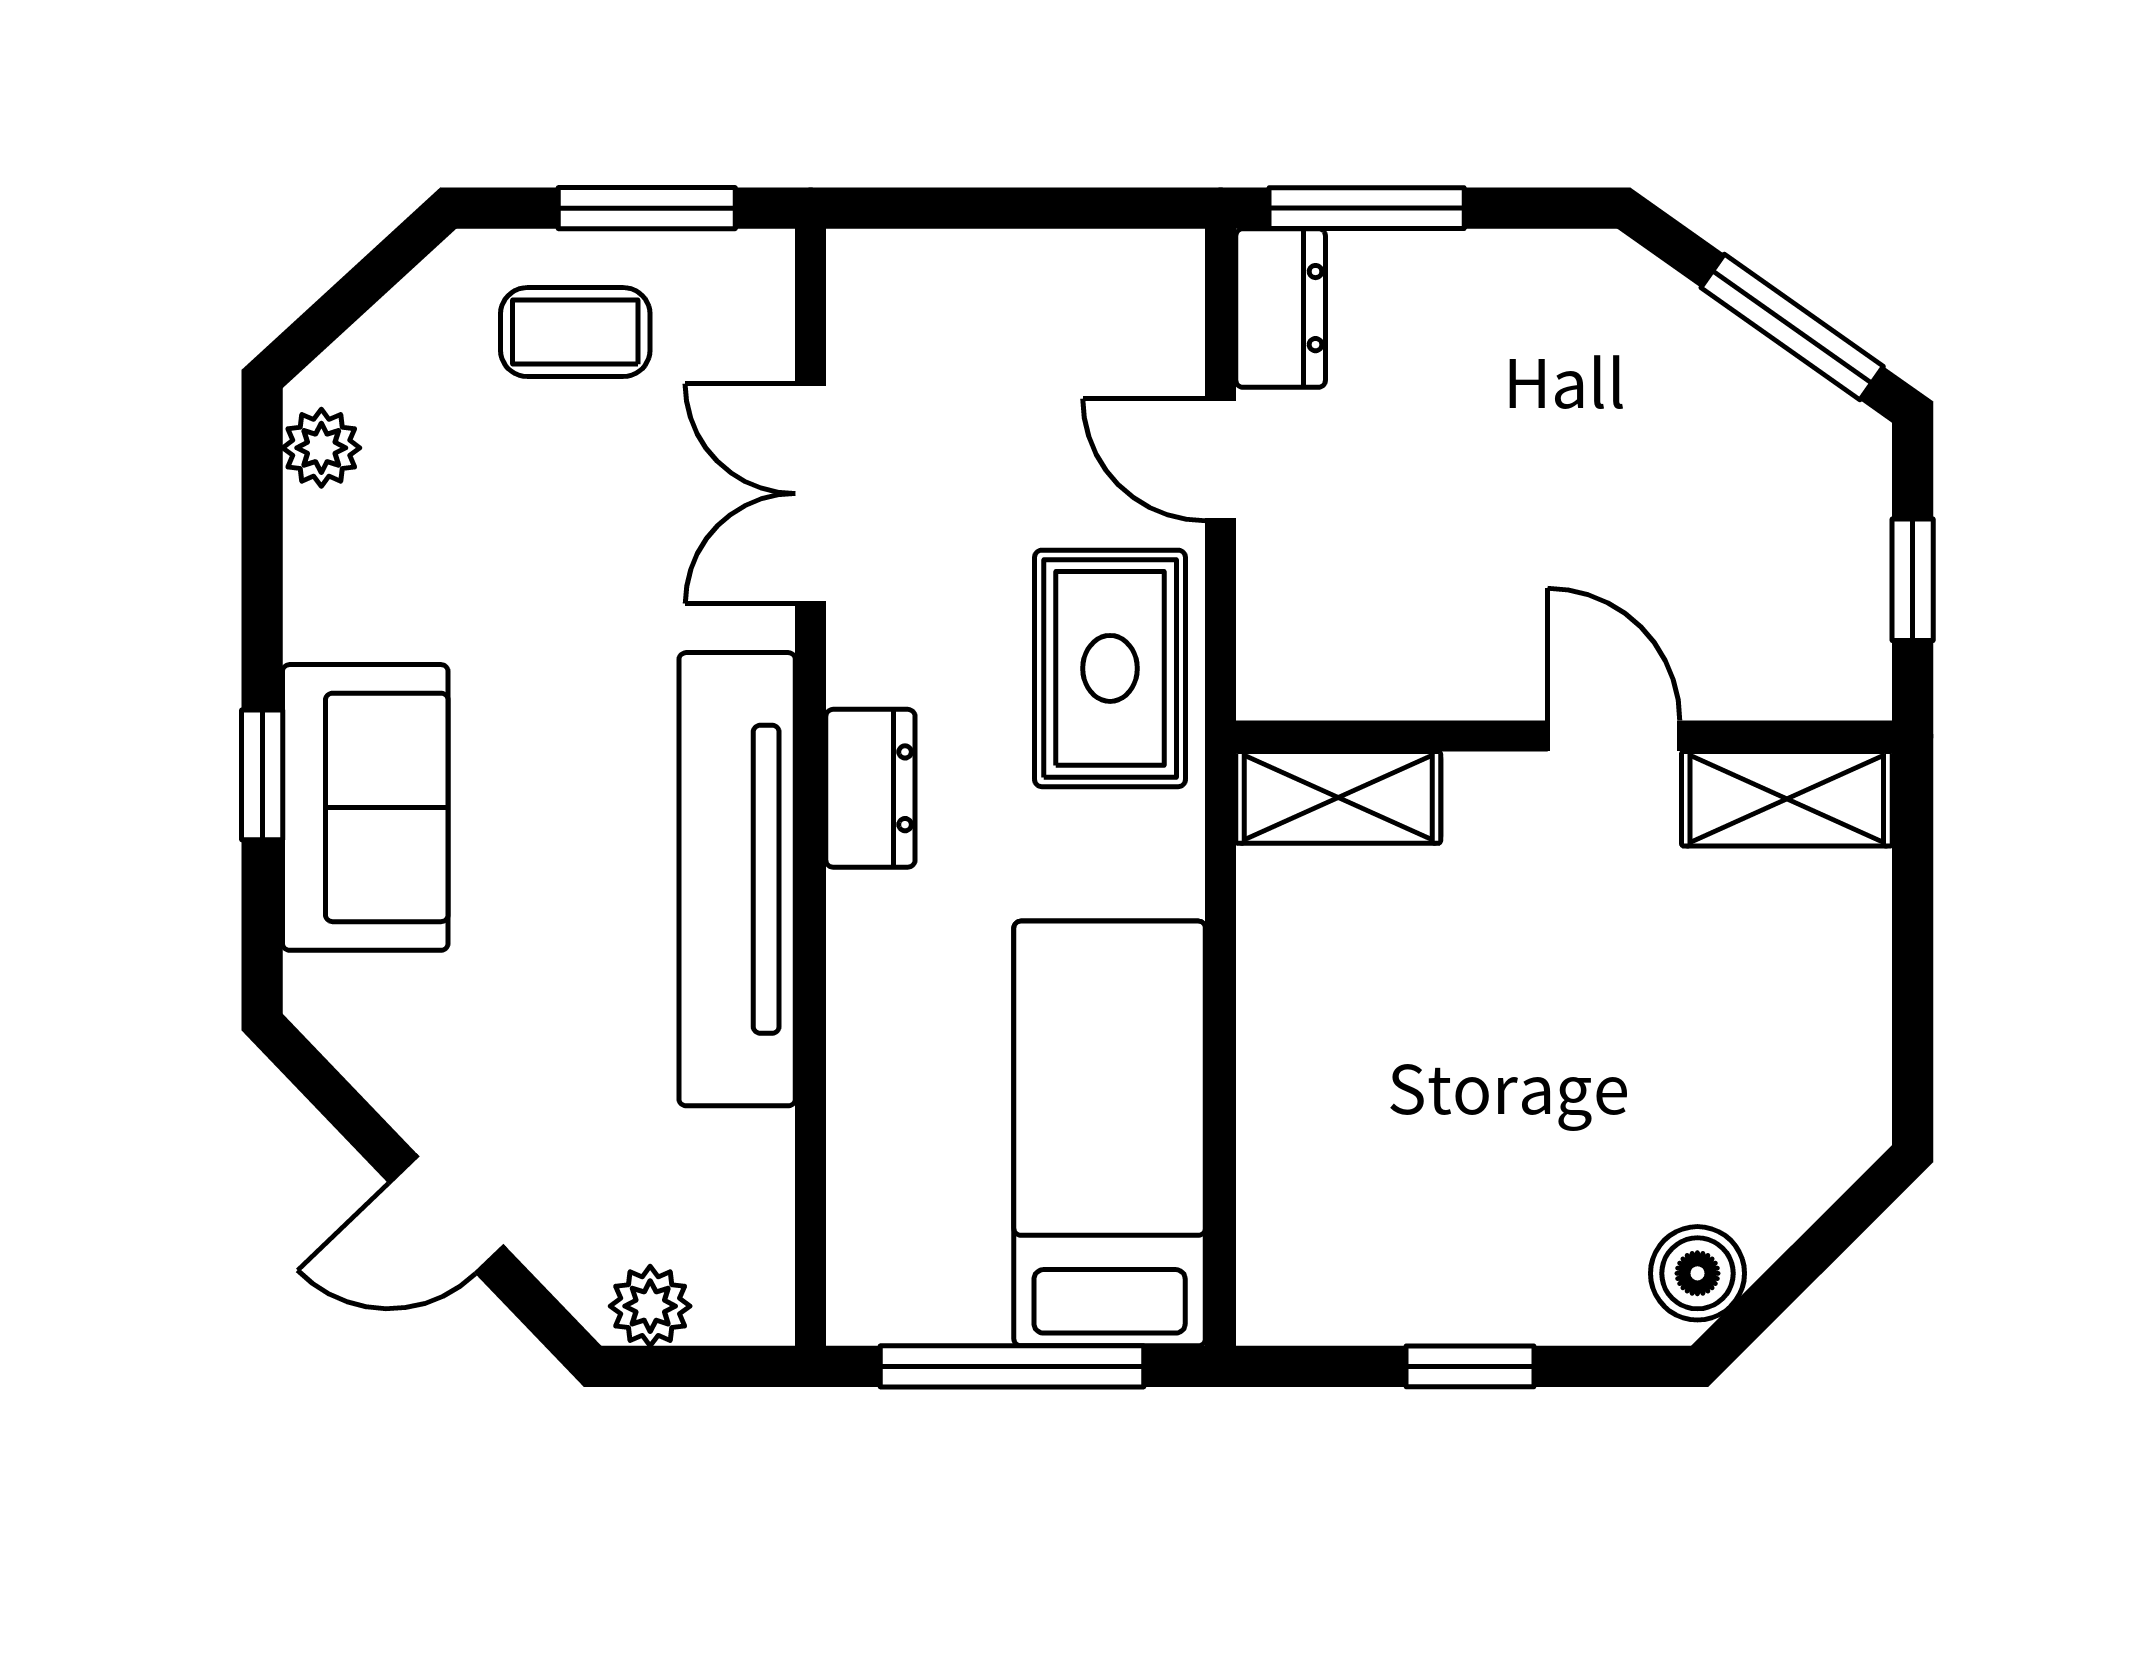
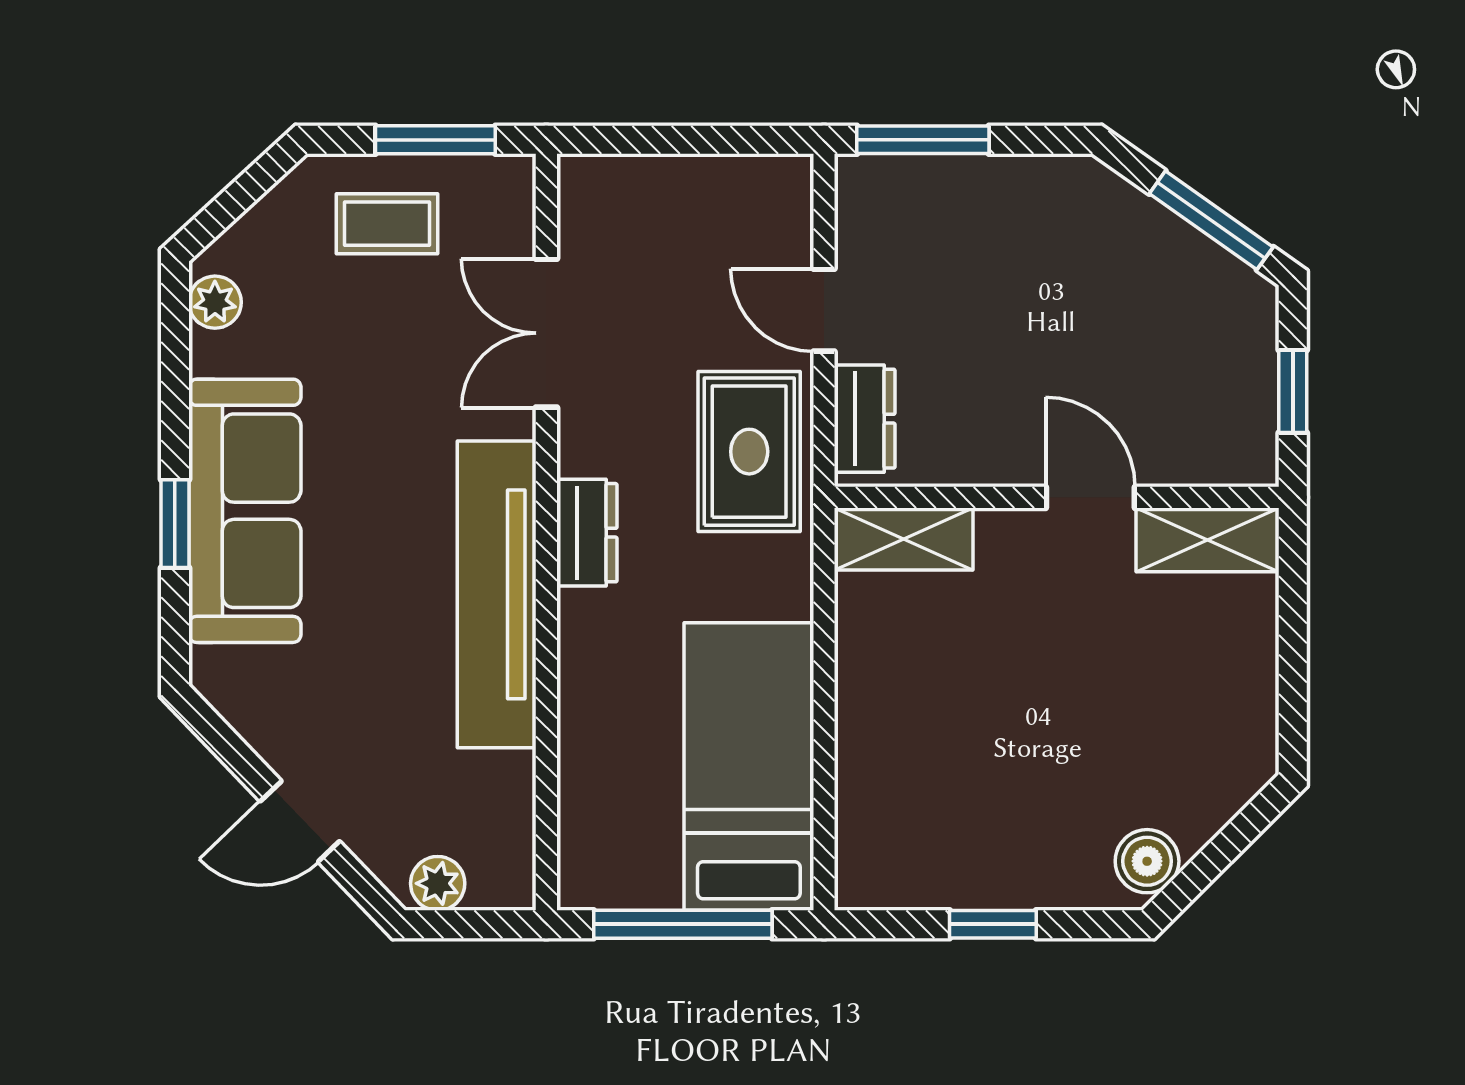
dresser: (1281, 308) -> (865, 419), moved
sofa: (365, 807) -> (245, 511), width x1.36

